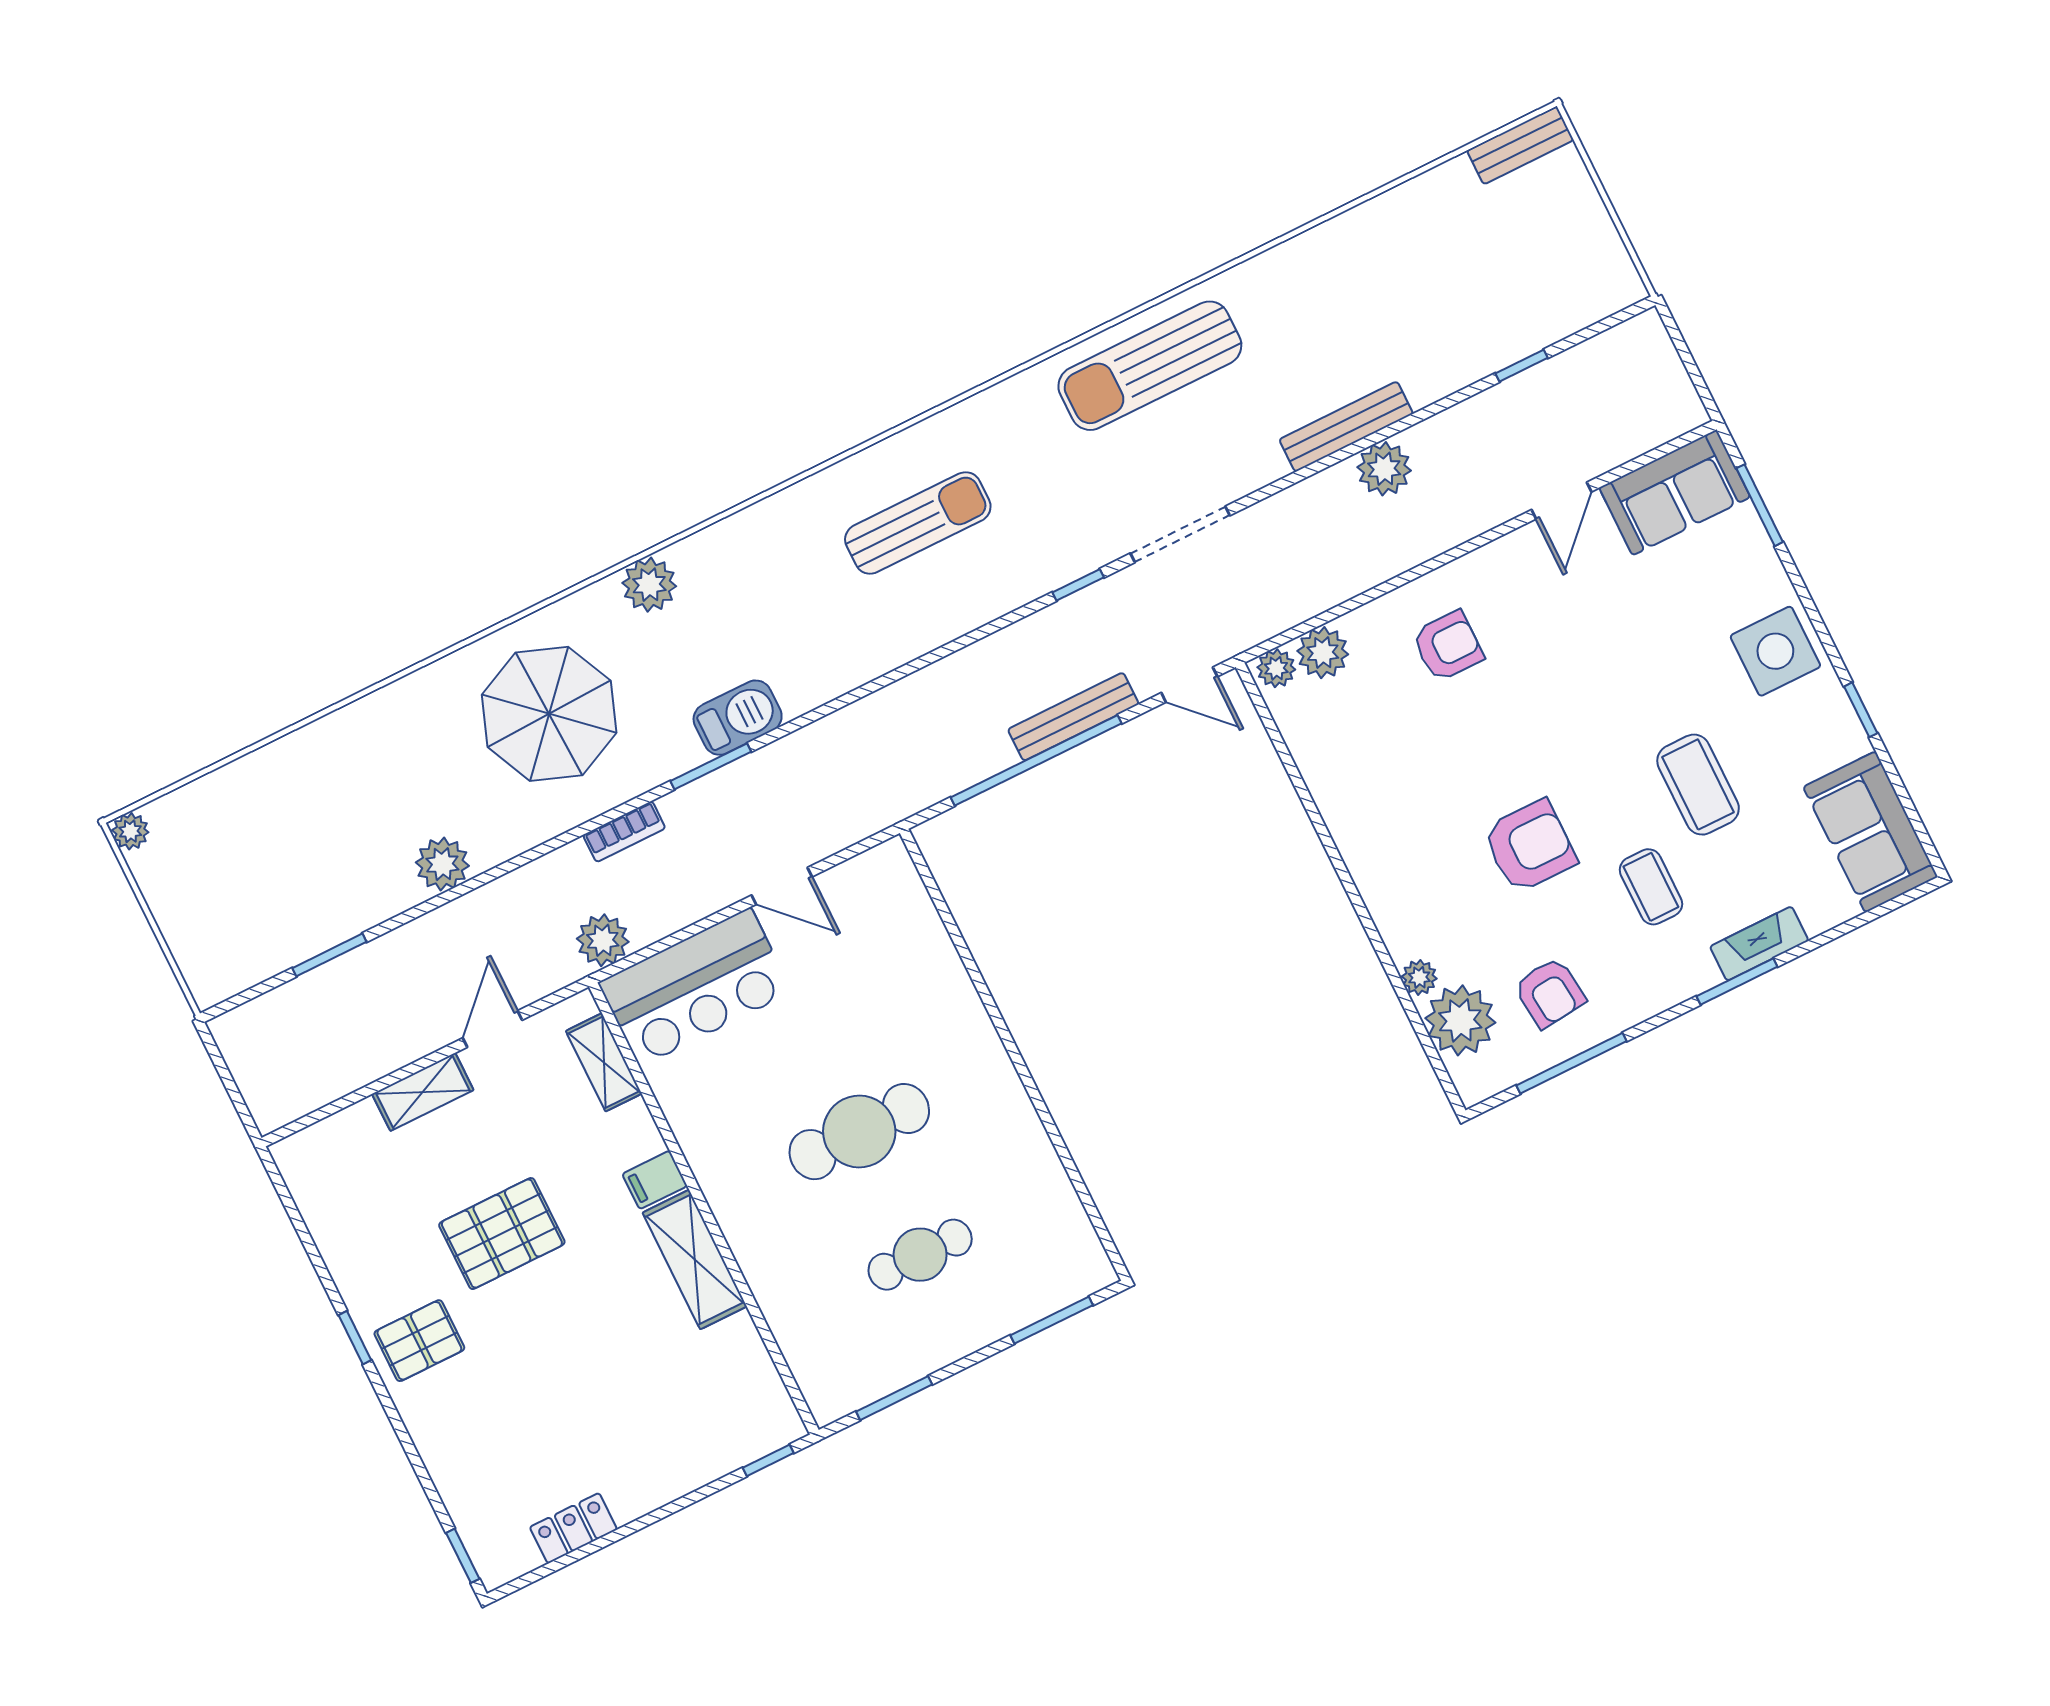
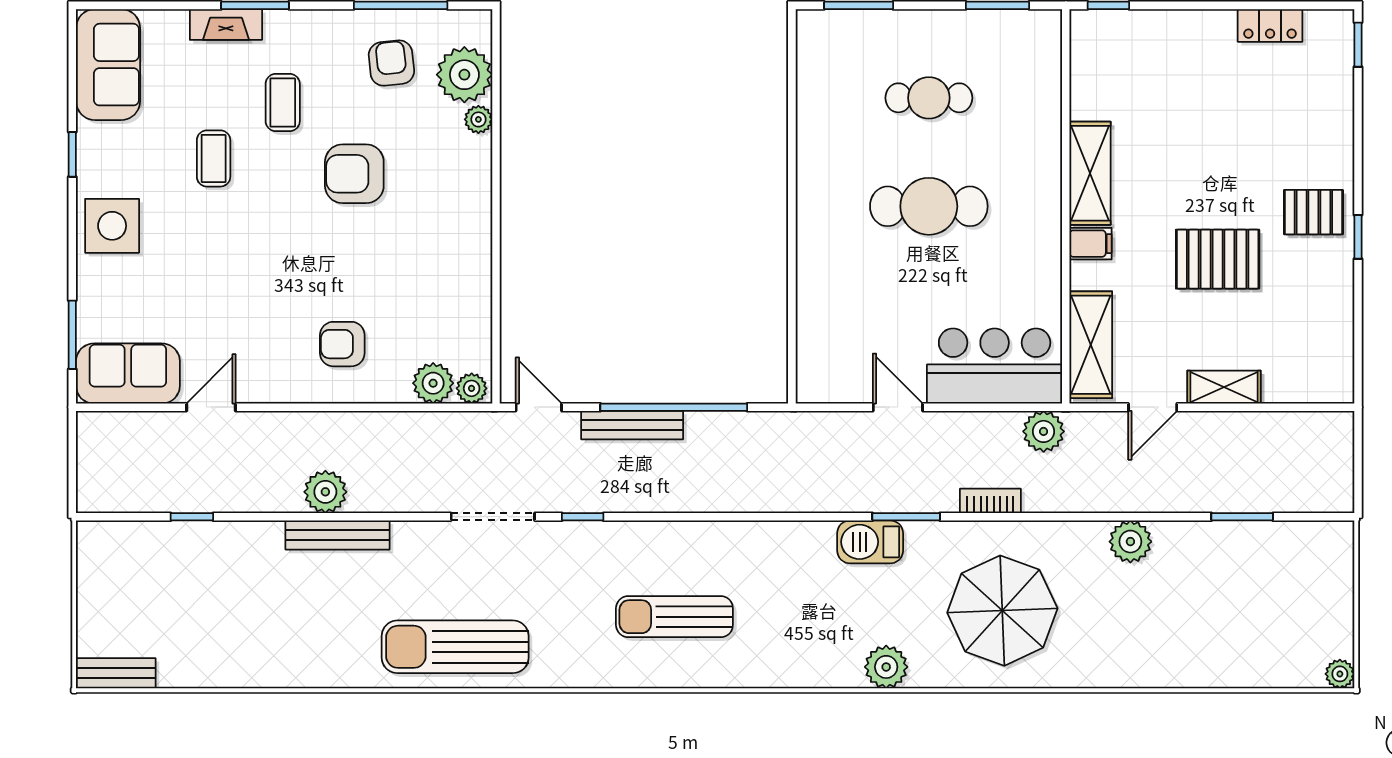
sun lounger: (1150, 366) -> (455, 647), turned 180
coffee table: (1698, 785) -> (214, 158), width x0.73, depth x0.77
shelving: (604, 1062) -> (1091, 345), width x1.50, depth x1.33

